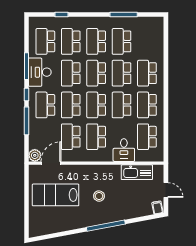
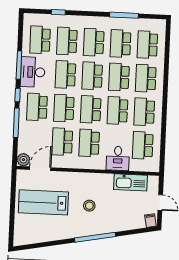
school desk: (147, 41) -> (147, 45), added

